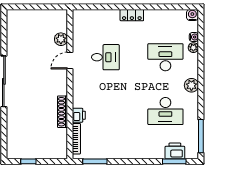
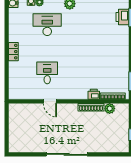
plant: (61, 39) -> (110, 109), moved
desk: (165, 57) -> (47, 25), turned 90
desk: (165, 111) -> (90, 25), removed

